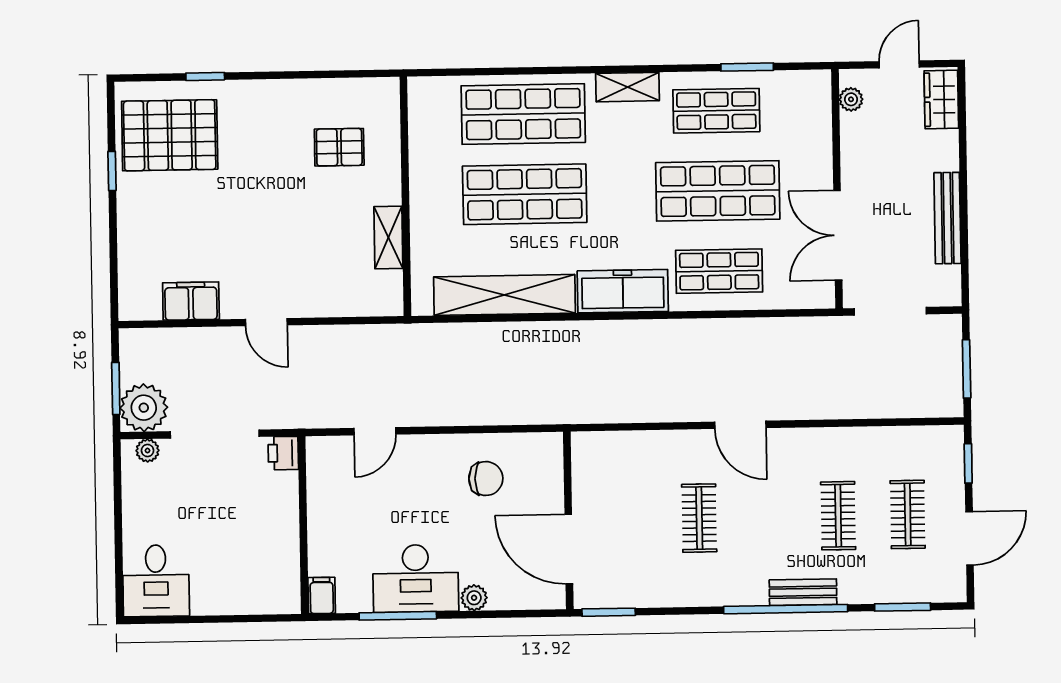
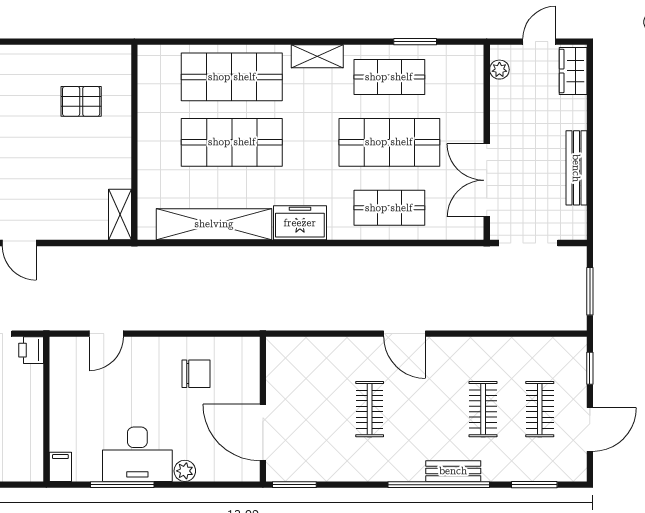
shelving: (388, 238) -> (120, 215), moved
freezer: (623, 291) -> (300, 223), width x0.71

